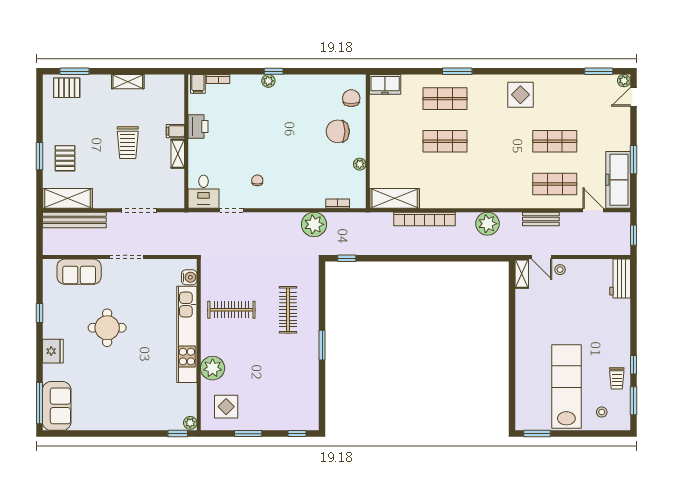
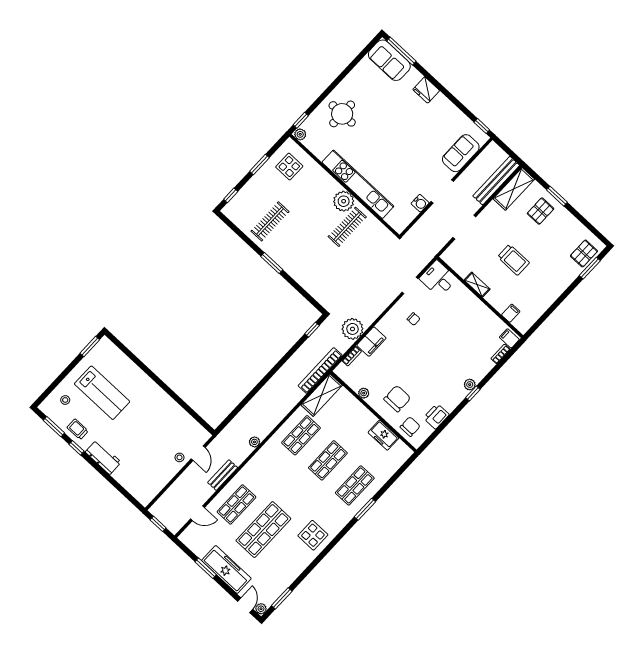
shelving: (128, 82) -> (552, 296), removed
freezer: (385, 84) -> (383, 435), moved, turned -90
chair: (351, 98) -> (410, 427), turned -90
printer: (198, 126) -> (436, 416), moved, turned 90
filing cabinet: (175, 131) -> (511, 313), moved
shop shelf: (555, 141) -> (263, 530), width x1.43, depth x1.36
trolley: (128, 143) -> (513, 260), turned 180
pallet: (65, 158) -> (540, 211), turned 90
freezer: (618, 180) -> (226, 570), moved
shop shelf: (445, 184) -> (301, 435), added
filing cabinet: (310, 198) -> (371, 342), added
bookcase: (425, 219) -> (320, 371), moved
plant: (488, 224) -> (254, 442), width x0.53, depth x0.53
door: (542, 257) -> (198, 453), swing flipped
shelving: (522, 274) -> (199, 431), removed
water cooler: (189, 277) -> (420, 203), moved, turned -90
workbench: (620, 279) -> (103, 457), moved
clothes rail: (288, 310) -> (270, 221), moved, turned 90
window: (39, 313) -> (482, 126), moved
round table: (107, 328) -> (342, 114), moved
plant: (213, 368) -> (344, 201), moved
lab bench: (566, 387) -> (102, 393), width x0.73

